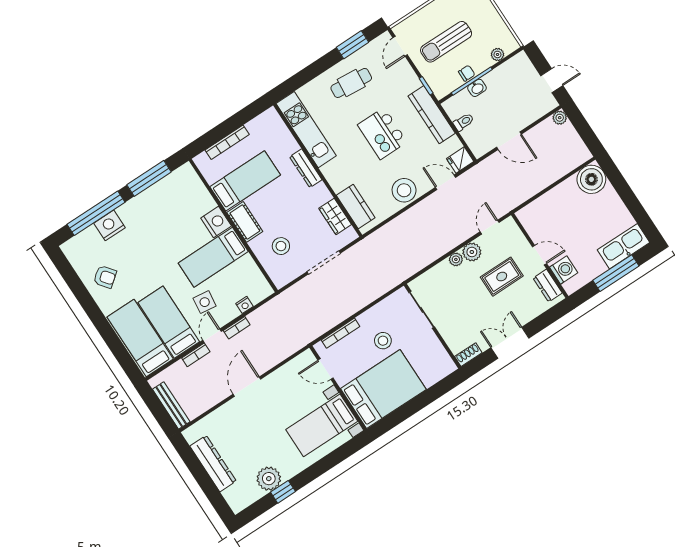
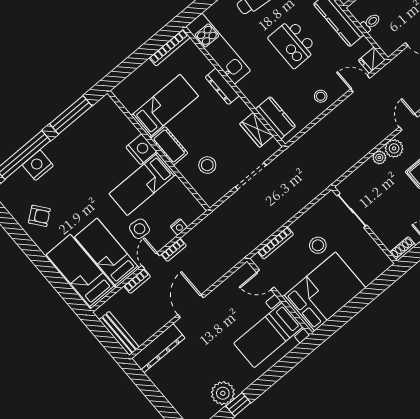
bookcase: (227, 142) -> (170, 48), moved
stool: (404, 190) -> (321, 96), width x0.53, depth x0.53
dresser: (213, 464) -> (158, 348), moved, turned 90

